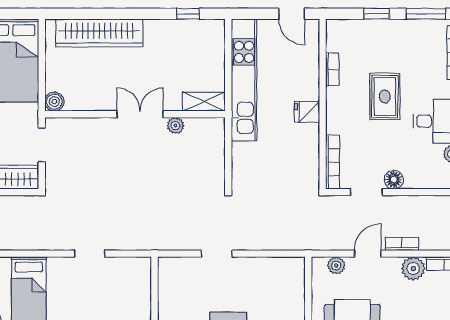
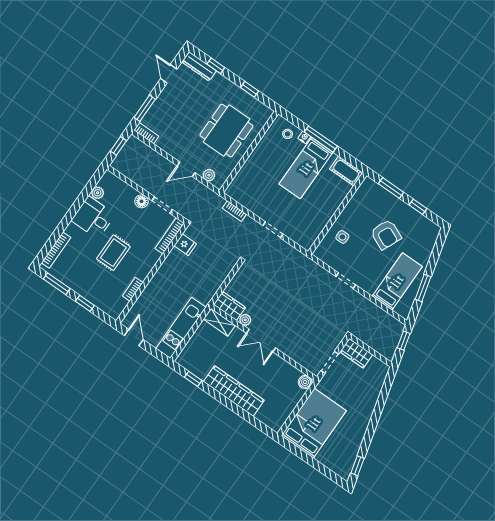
wardrobe: (99, 33) -> (234, 391), moved
kitchen unit: (244, 80) -> (181, 328), width x0.73
fridge: (307, 112) -> (185, 245), moved
wardrobe: (205, 129) -> (229, 306), added
bookcase: (402, 244) -> (234, 211), moved
plant: (413, 269) -> (166, 143), removed
side table: (129, 302) -> (342, 237), added

